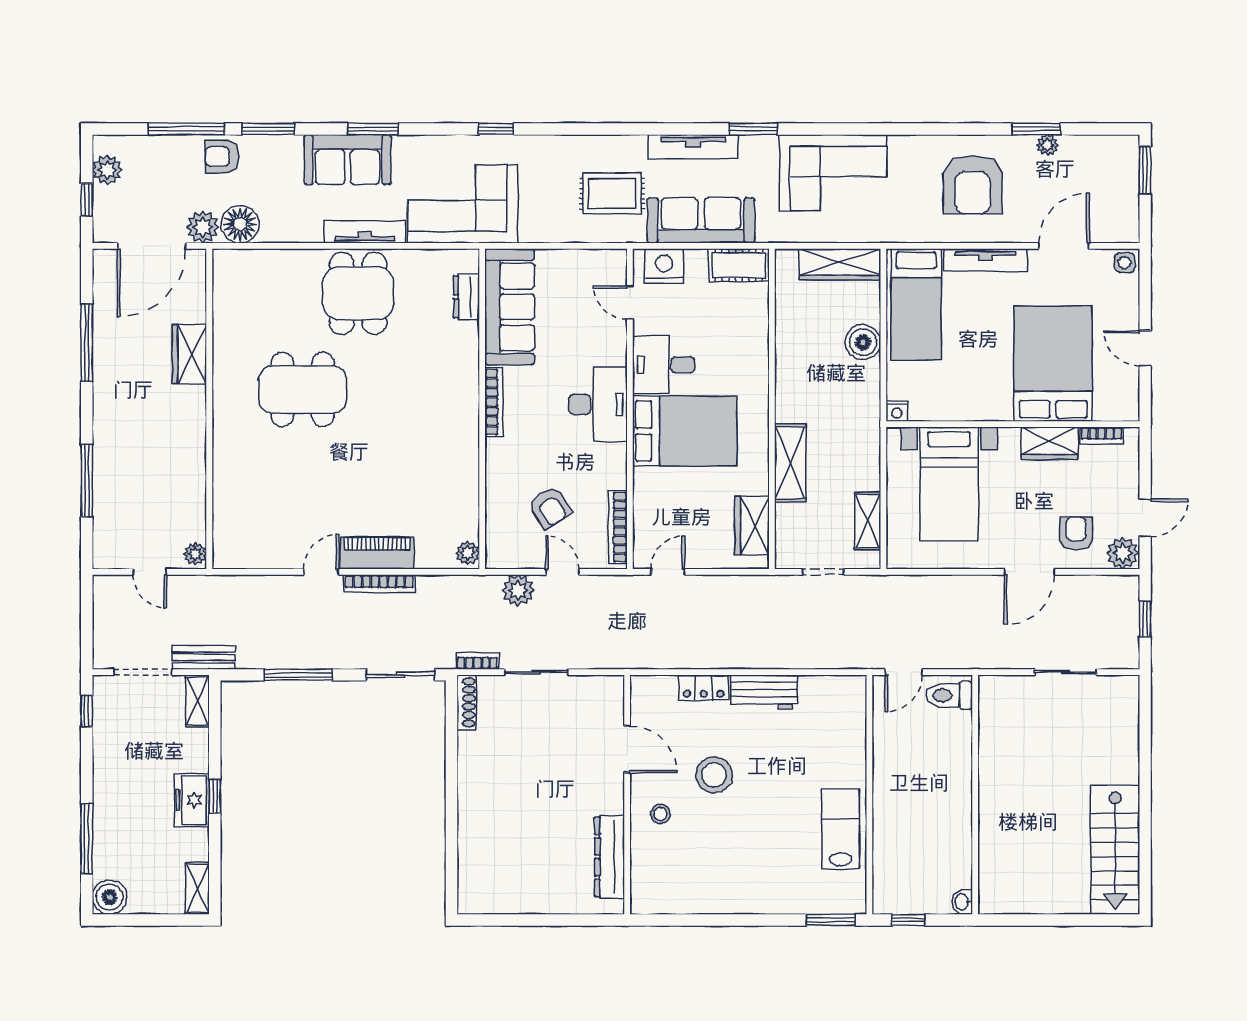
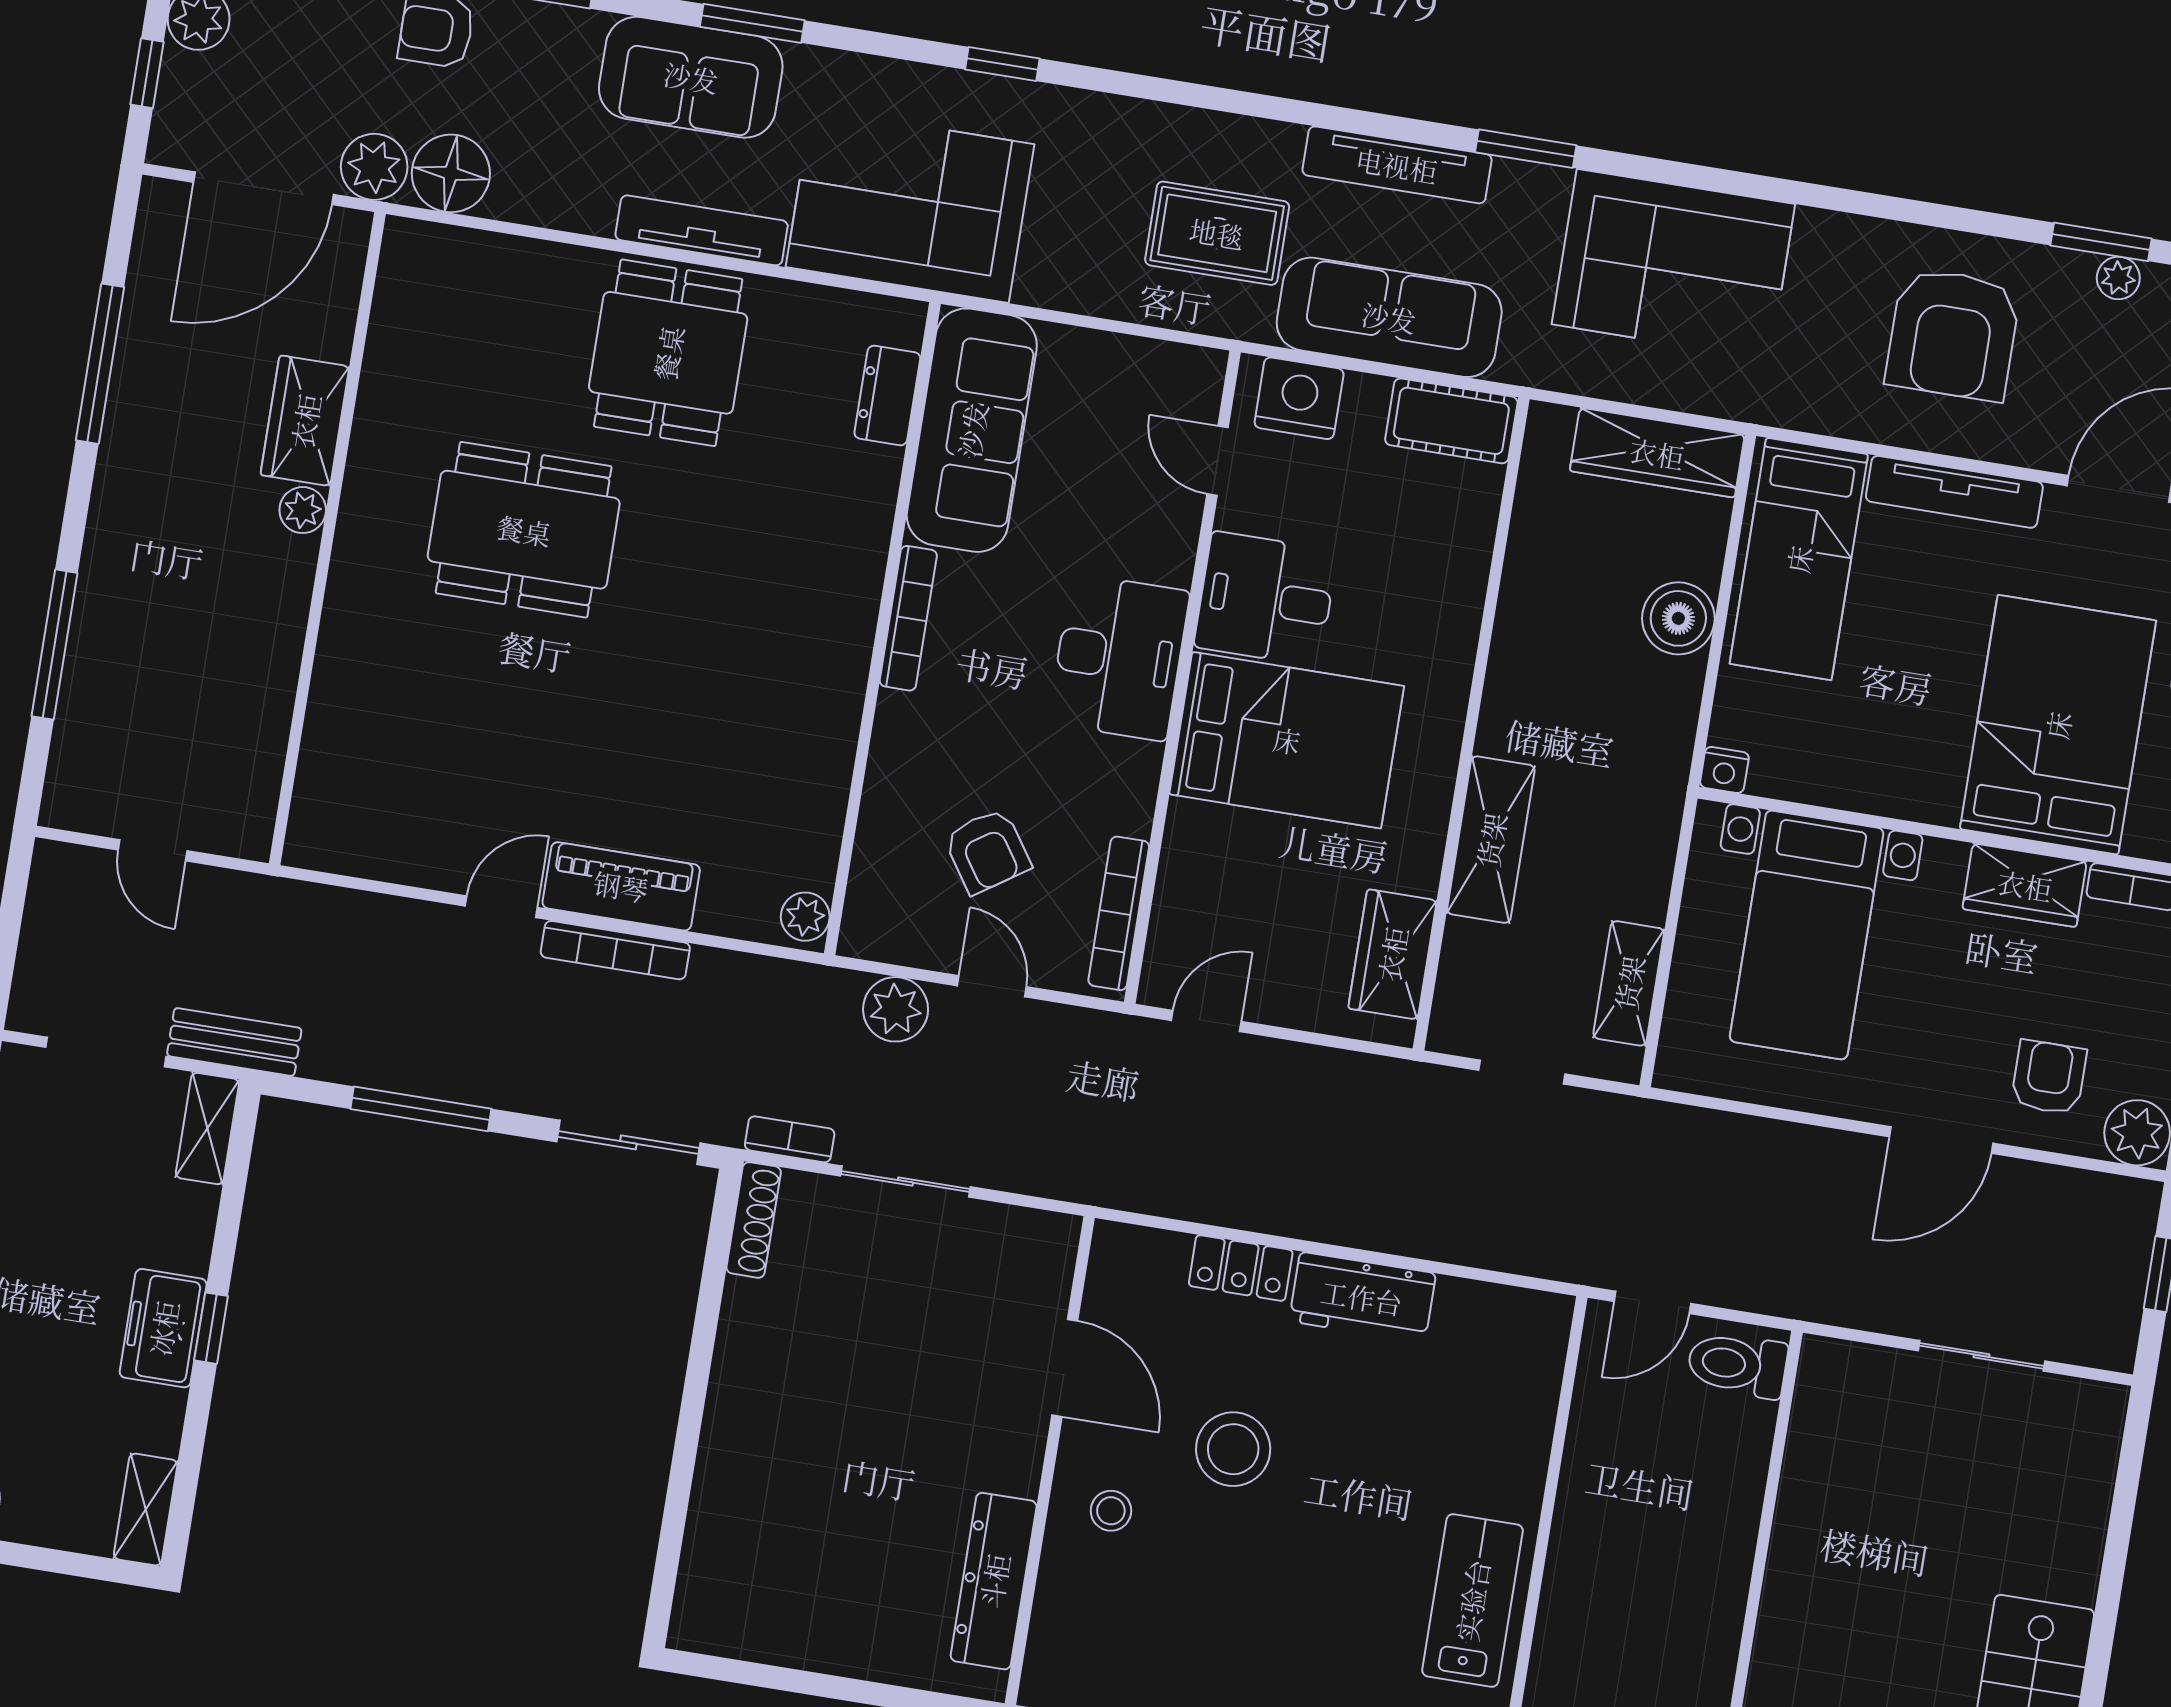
plant: (195, 554) -> (303, 510), moved

